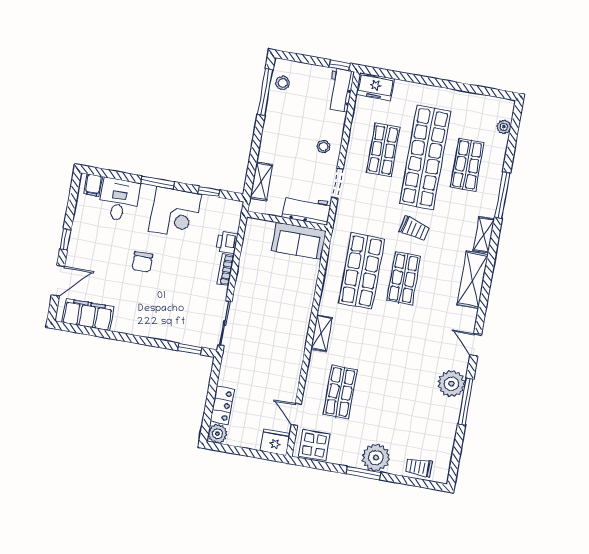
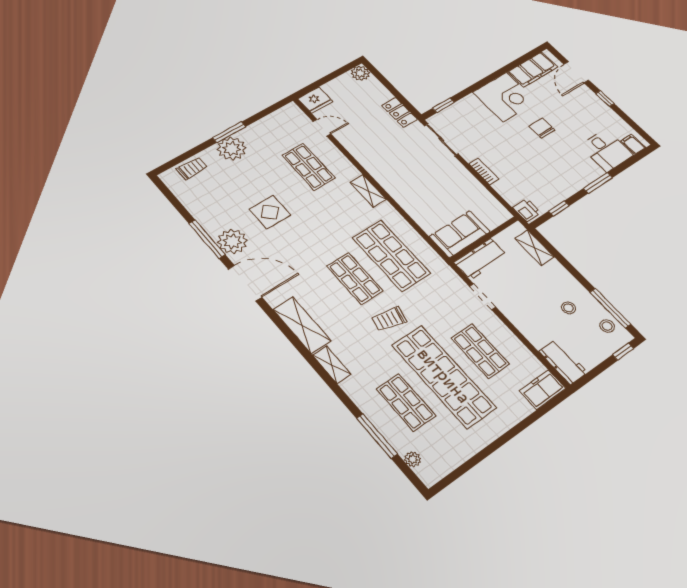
window: (340, 65) -> (623, 352), moved
stool: (324, 147) -> (568, 308), moved
window: (502, 195) -> (377, 436), moved
corner desk: (175, 213) -> (505, 97), moved, turned 180
printer: (227, 243) -> (527, 210), moved
door: (476, 345) -> (245, 283), width x1.88
locker: (222, 405) -> (399, 112), moved
display table: (314, 445) -> (270, 212), moved

